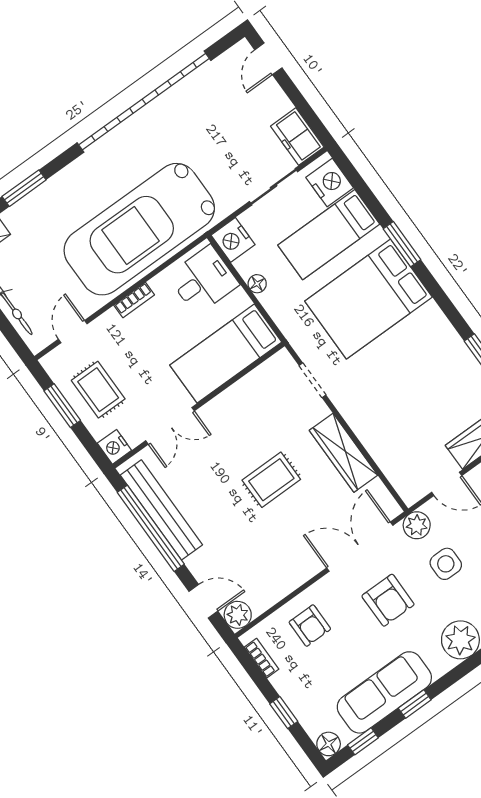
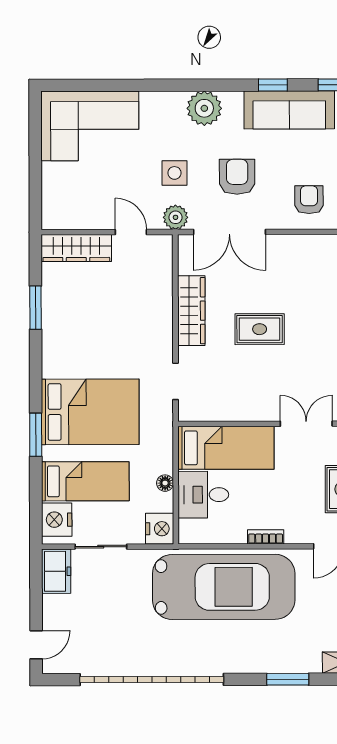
desk: (203, 280) -> (203, 495), moved

